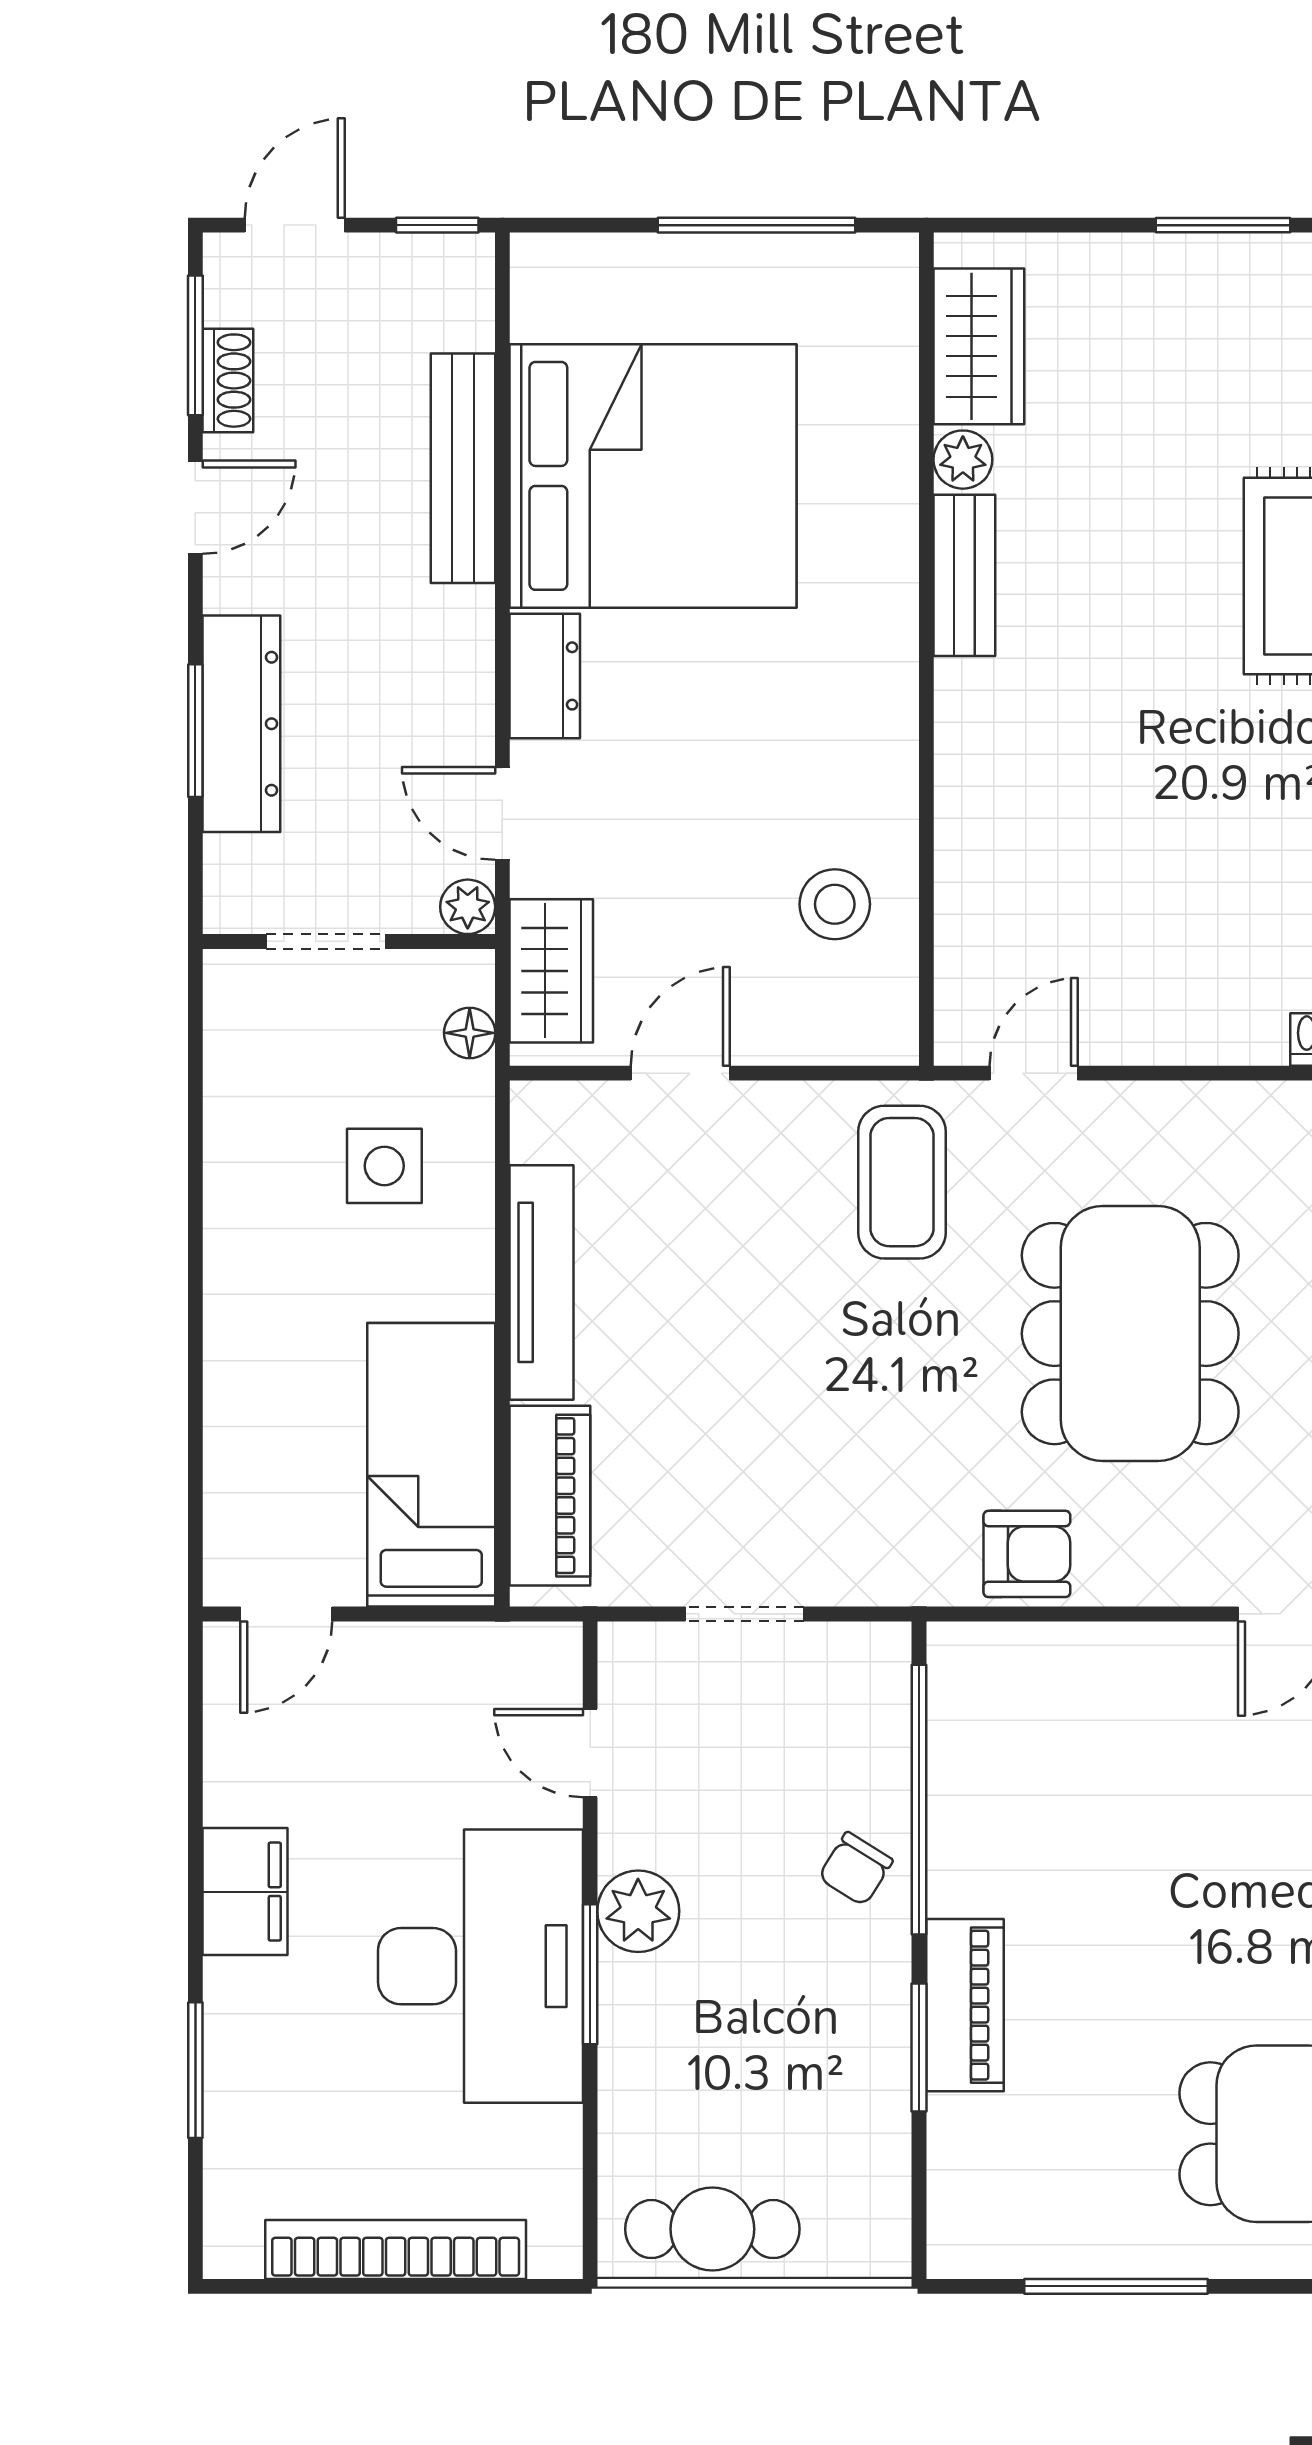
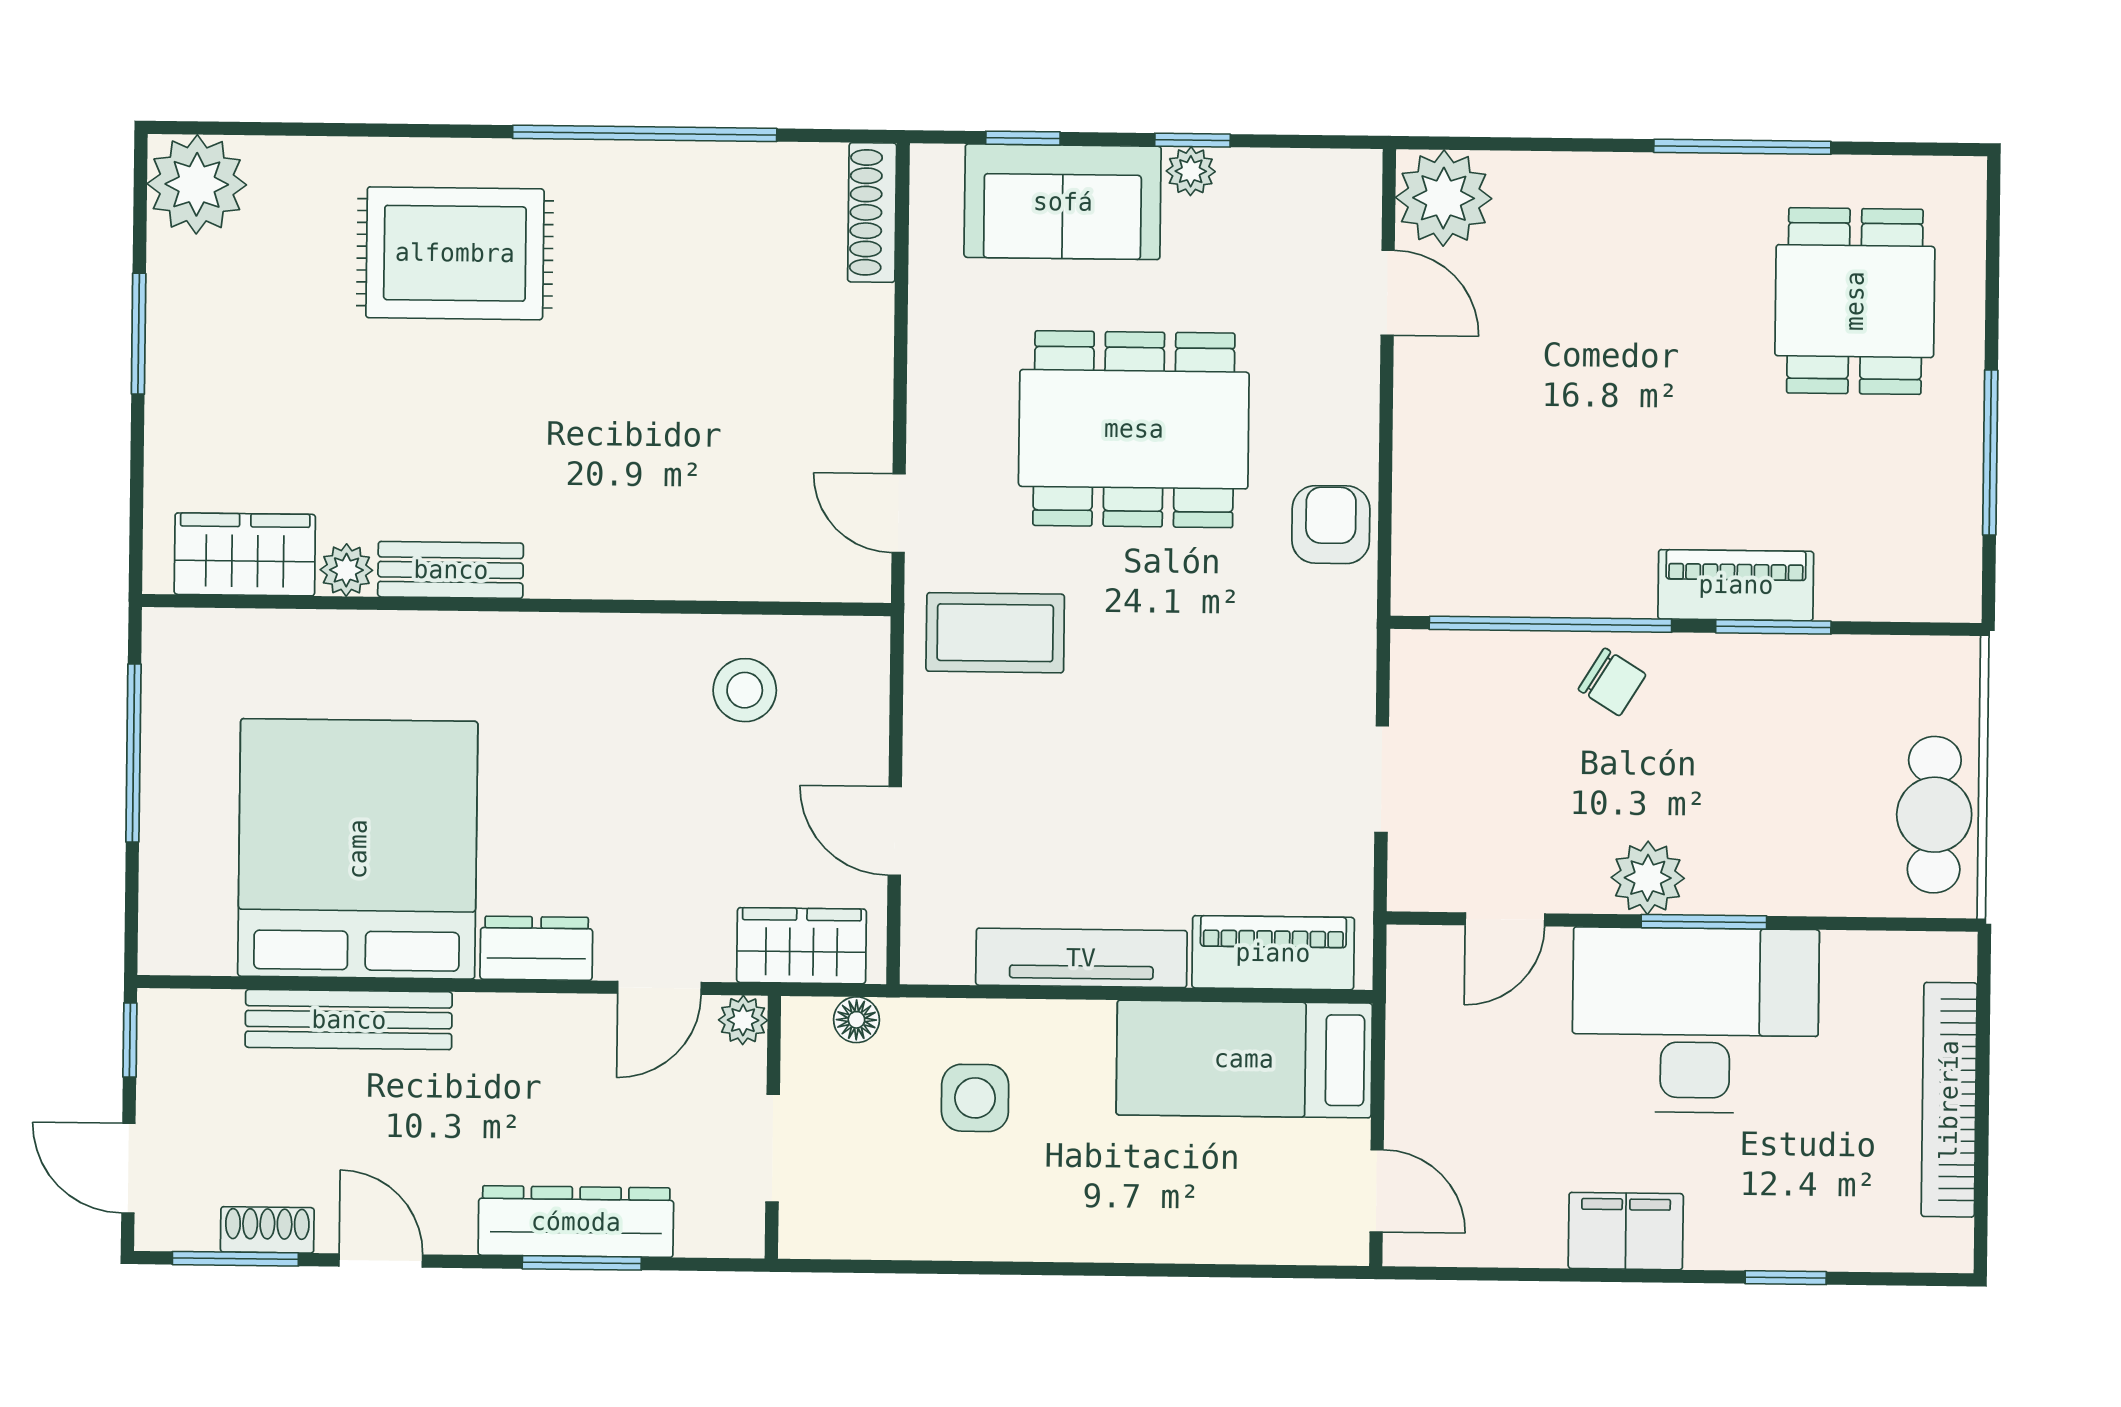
window: (195, 2070) -> (1786, 1278), width x0.67

